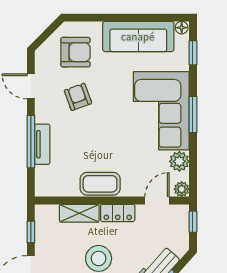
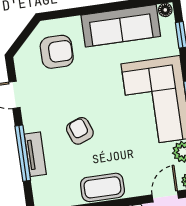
armchair: (78, 97) -> (80, 131), moved

